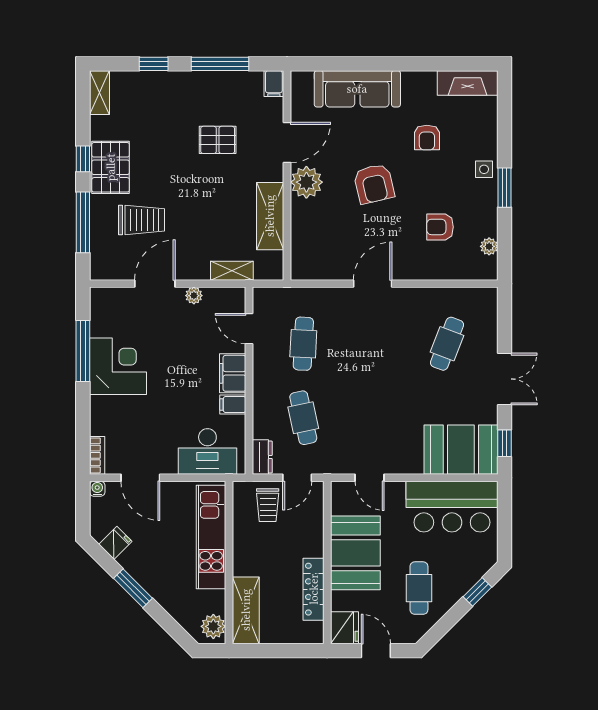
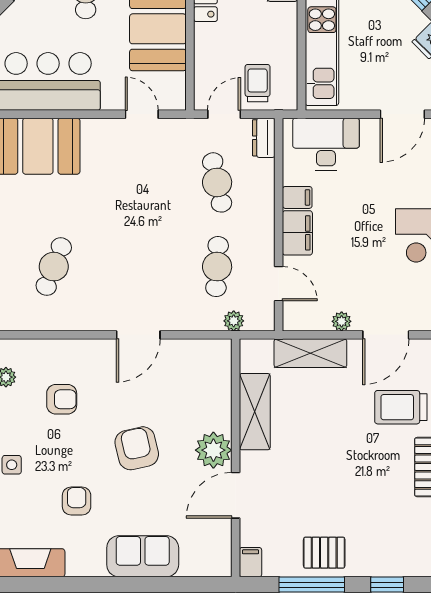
sofa: (357, 89) -> (143, 556), width x0.73
pallet: (218, 140) -> (324, 553), moved
shelving: (232, 271) -> (310, 353), width x1.50, depth x1.33
plant: (289, 296) -> (234, 321), added
door: (140, 478) -> (402, 114), swing flipped

